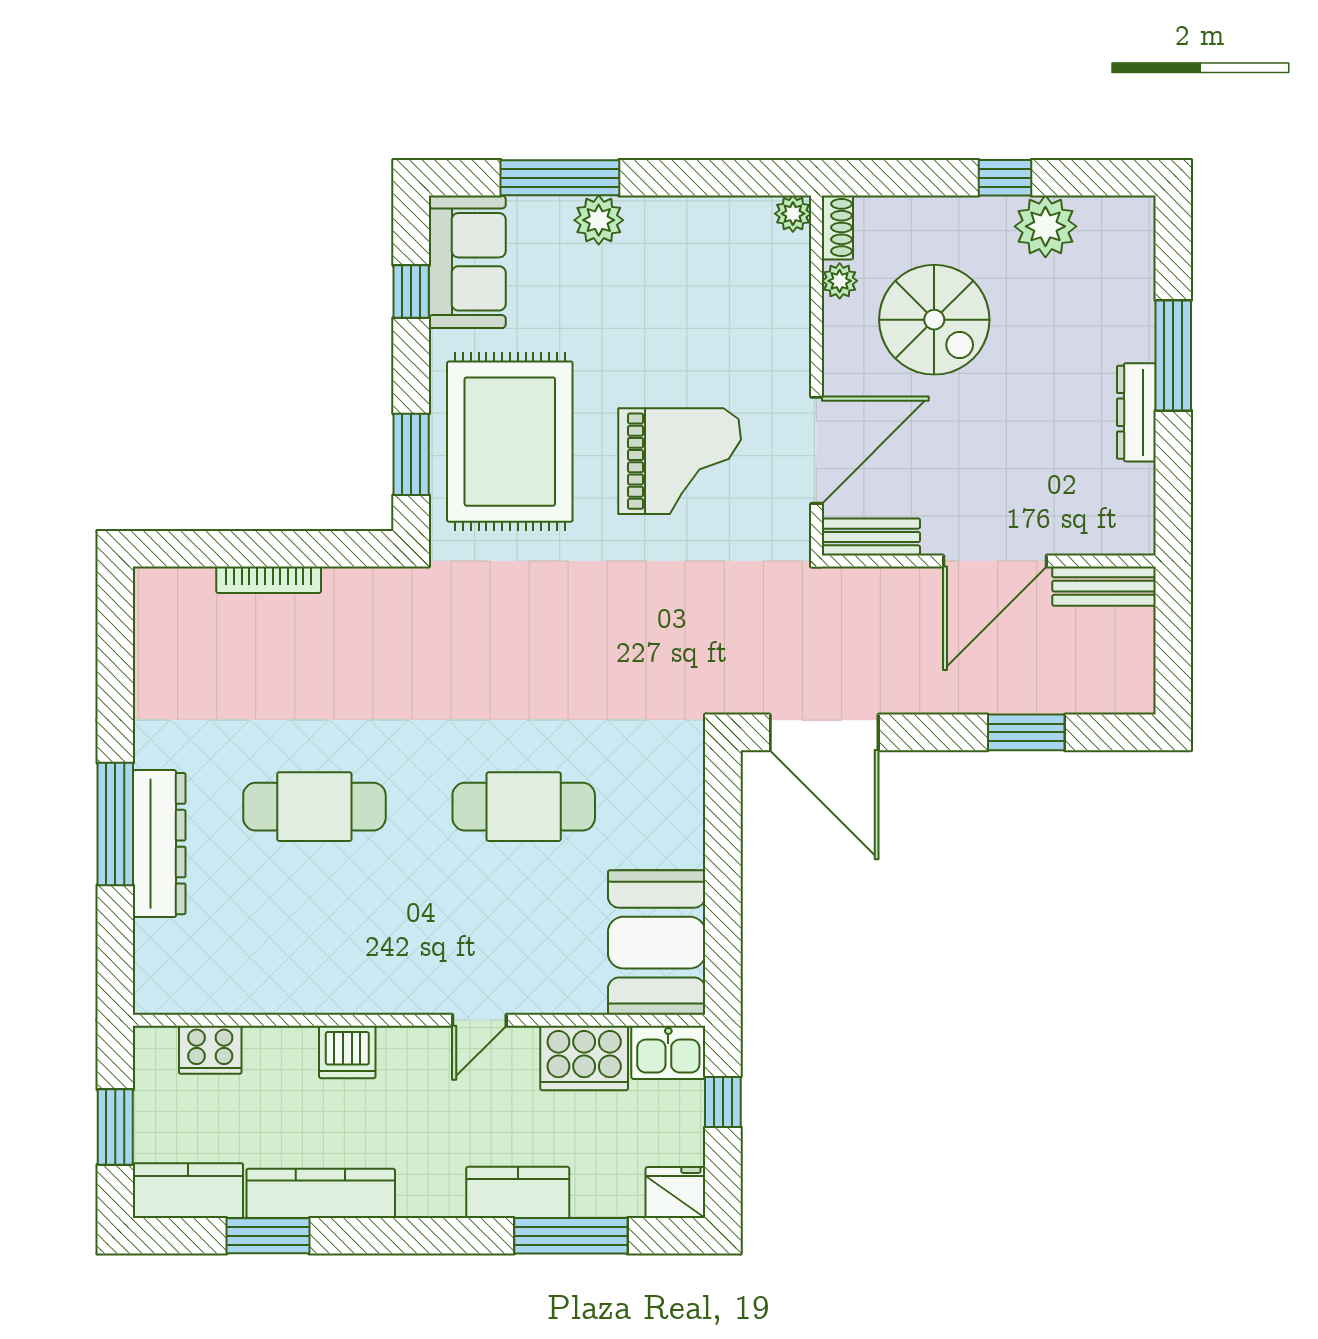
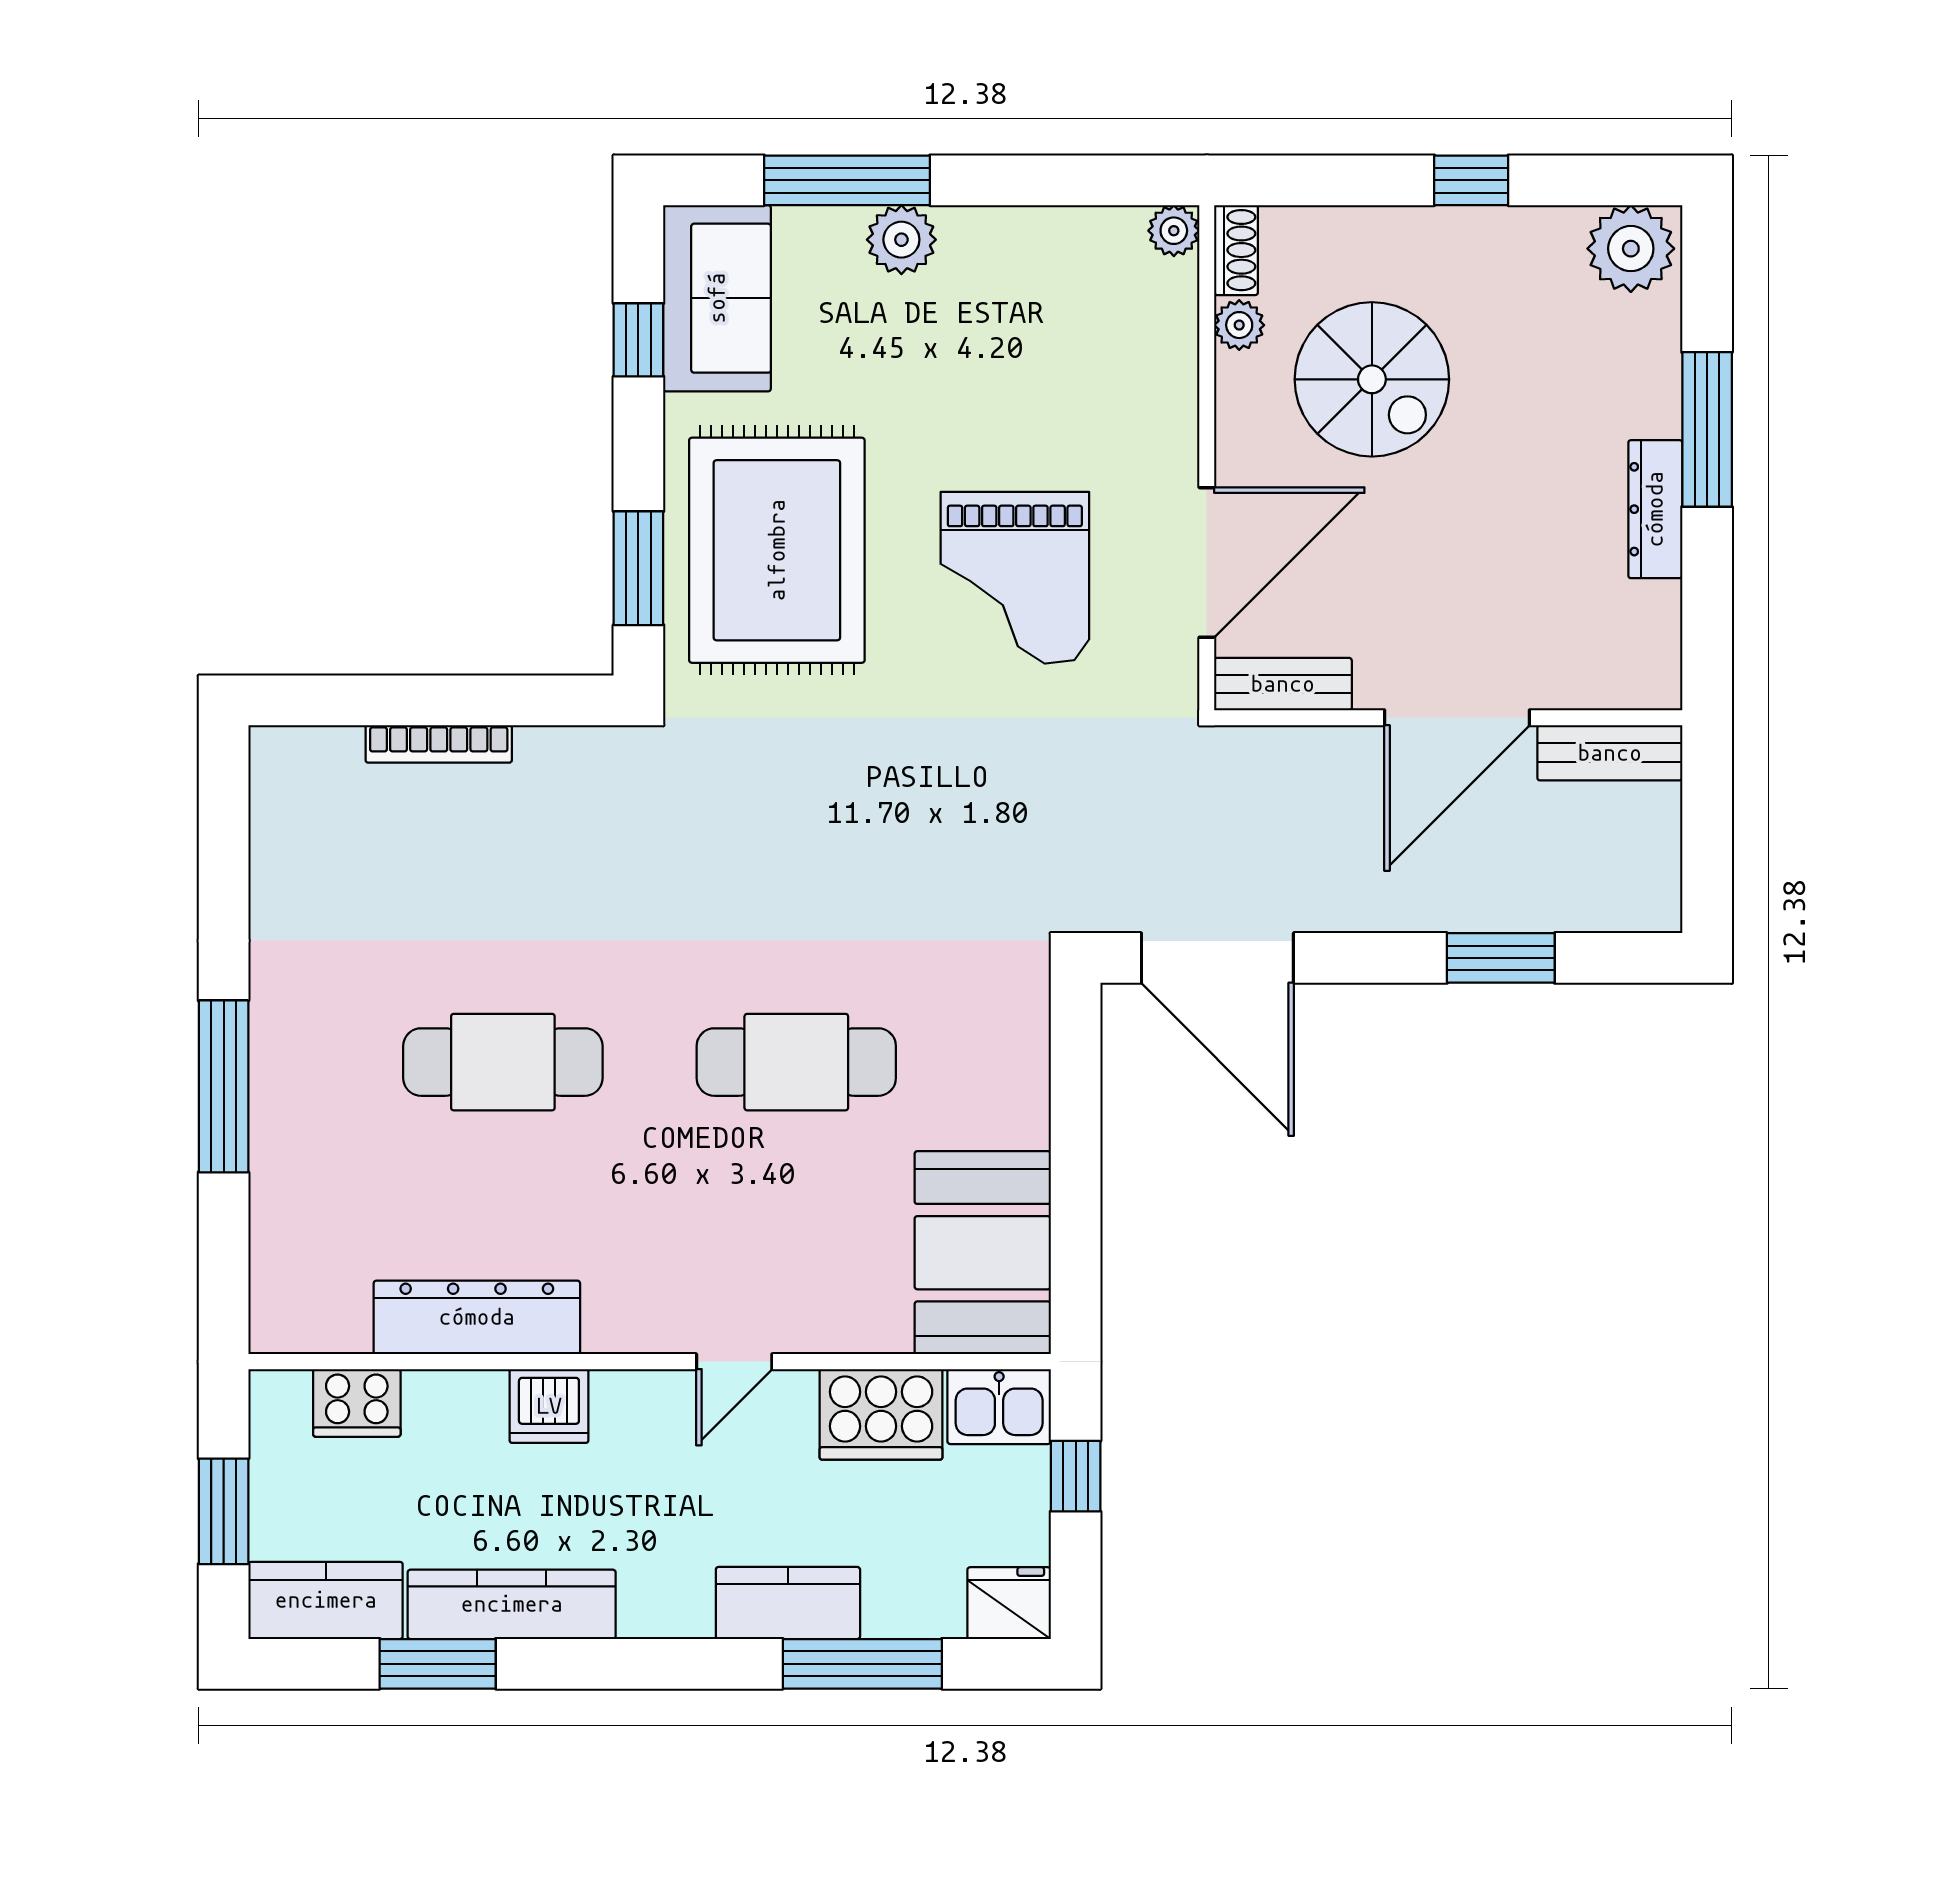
plant: (1045, 226) -> (1631, 249), moved
grand piano: (680, 461) -> (1015, 578), turned 90
dresser: (159, 844) -> (477, 1317), moved, turned -90

